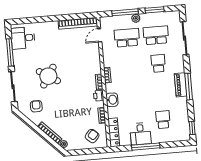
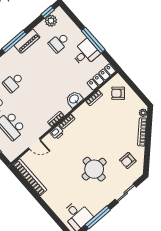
door: (100, 35) -> (34, 144), moved
round table: (48, 76) -> (94, 169), turned -32
piano: (181, 85) -> (27, 41), moved
sliding door: (13, 87) -> (126, 193), width x0.73
printer: (99, 96) -> (57, 133), moved
plant: (184, 126) -> (51, 21), added

